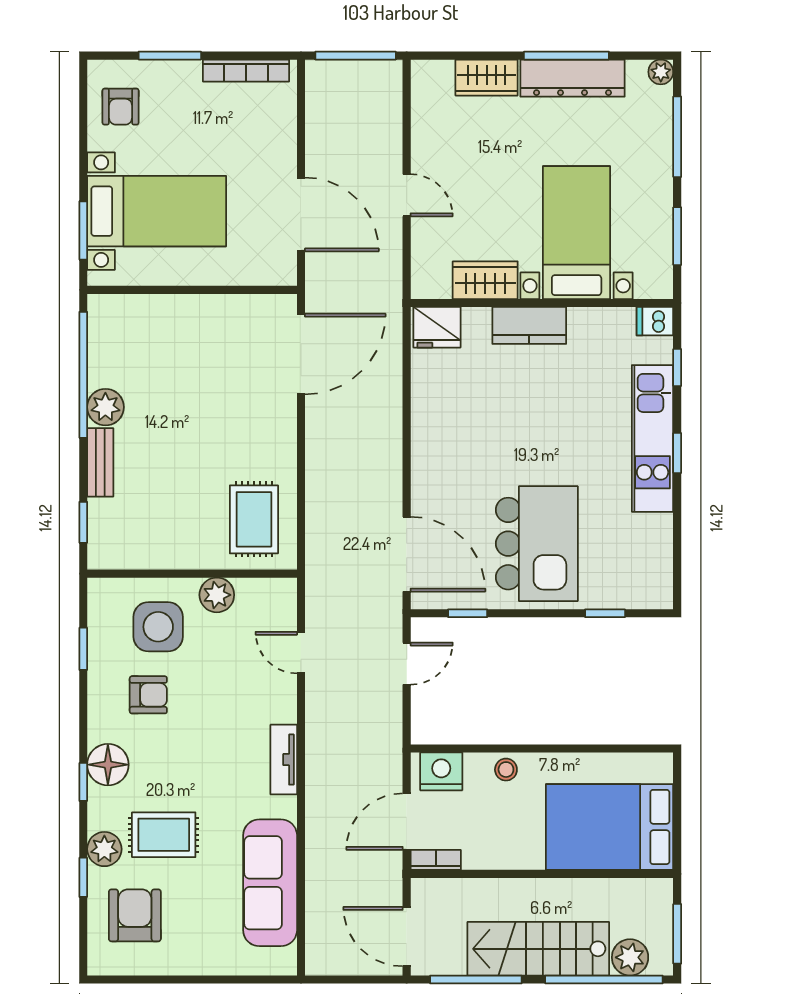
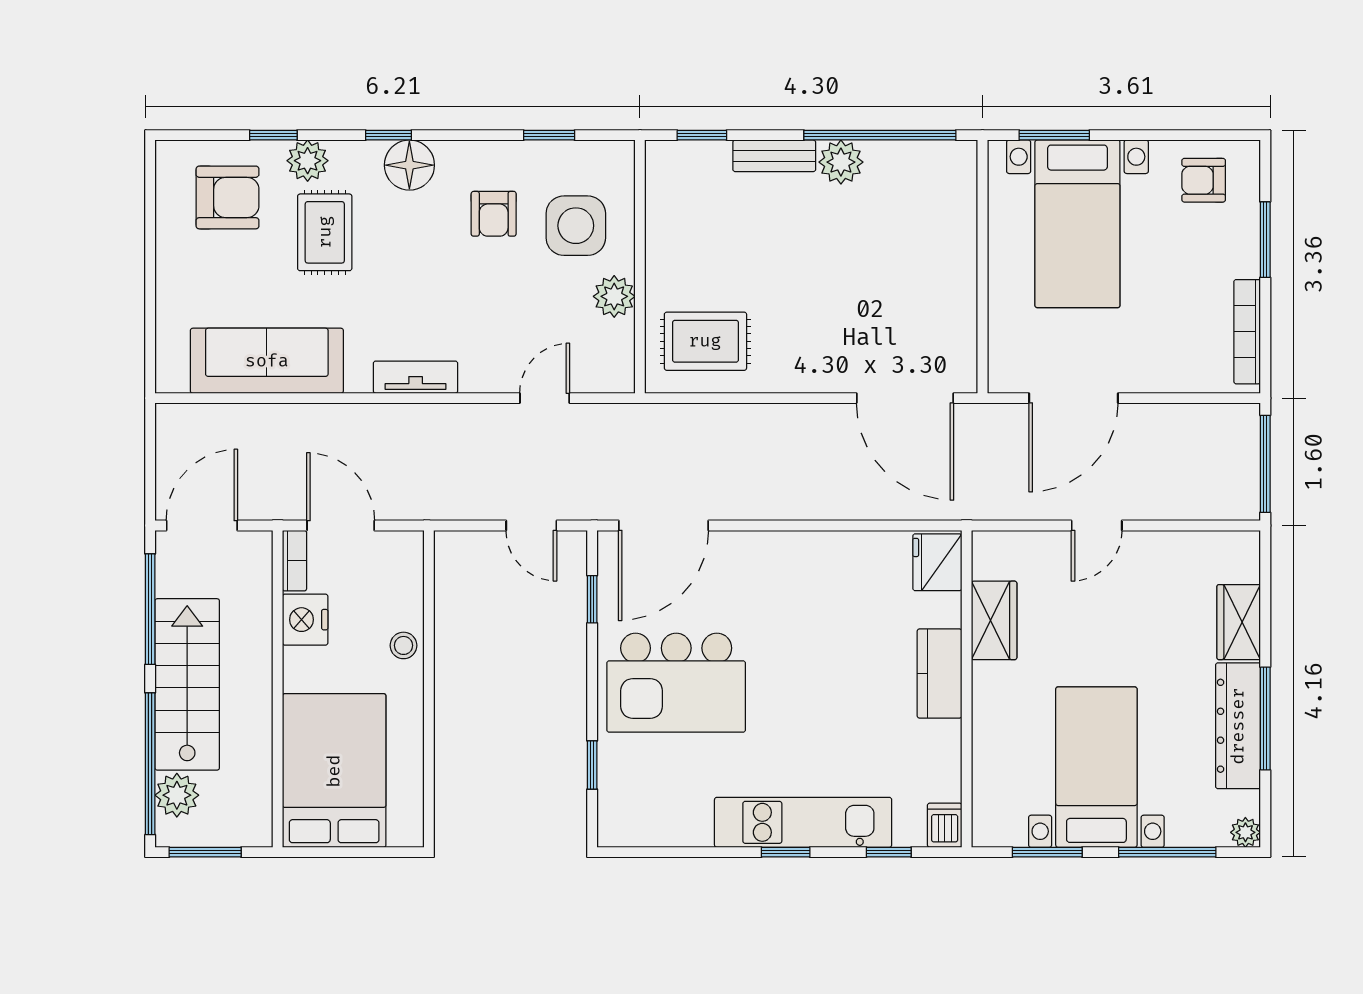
bed with nightstands: (577, 233) -> (1096, 767), moved, turned -90
nightstand: (441, 771) -> (305, 620), moved, turned 180

